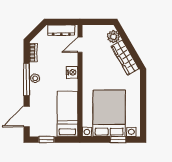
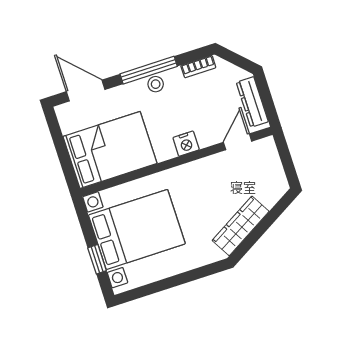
plant: (113, 37) -> (270, 194), removed
door: (80, 45) -> (238, 142), hinge flipped
bed: (67, 114) -> (110, 150), width x1.50
window: (47, 140) -> (58, 137), removed

